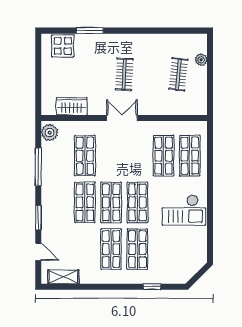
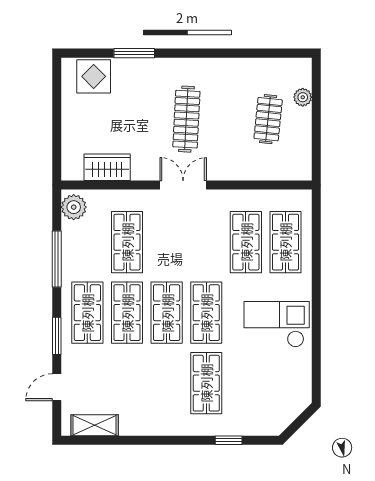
clothes rail: (124, 74) -> (186, 119), width x1.36
checkout: (184, 210) -> (277, 324), turned 180
shop shelf: (111, 249) -> (87, 313), moved
door: (38, 252) -> (57, 387), swing flipped

